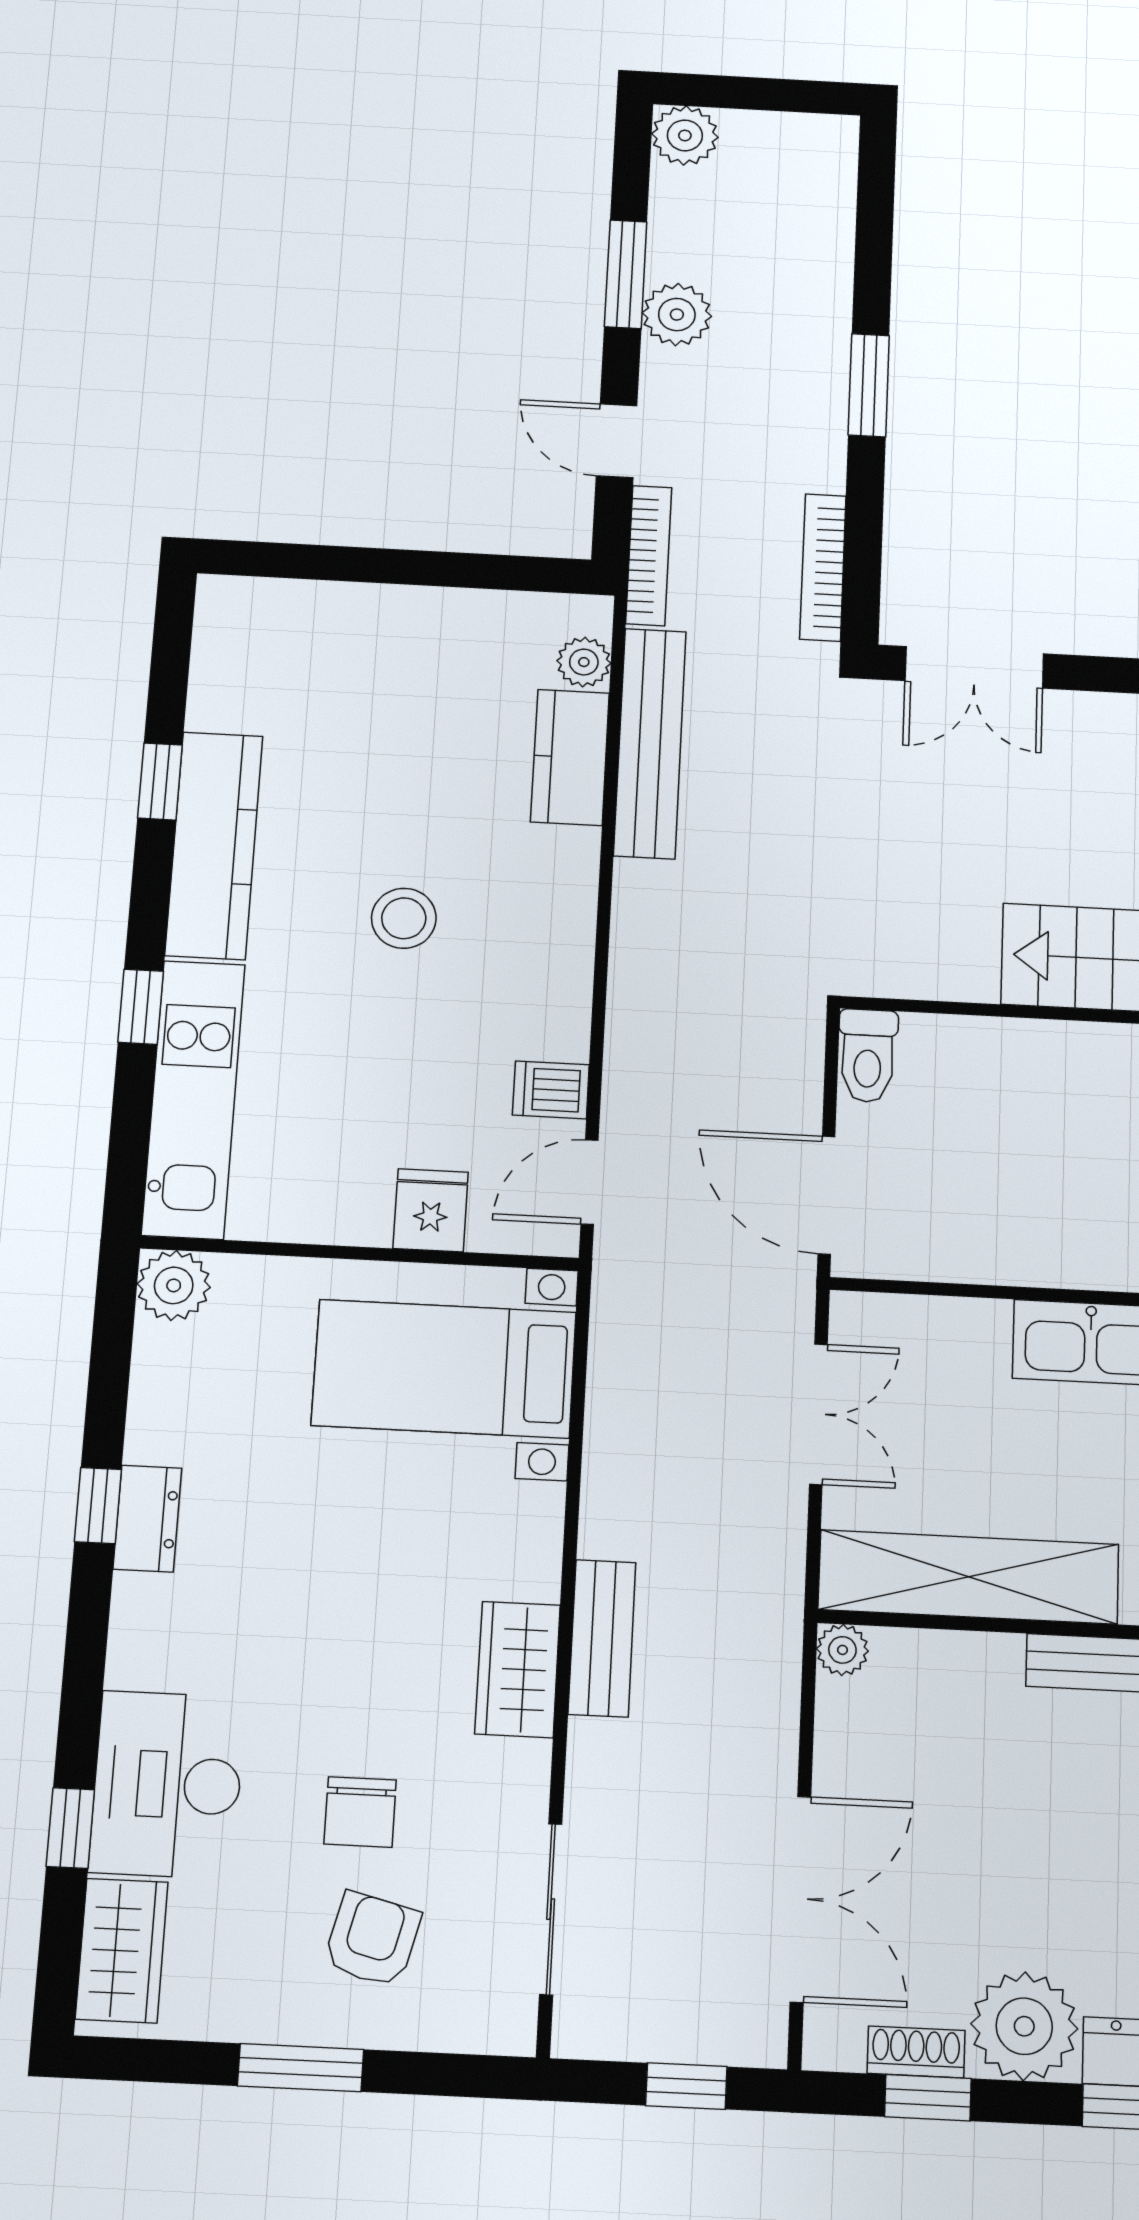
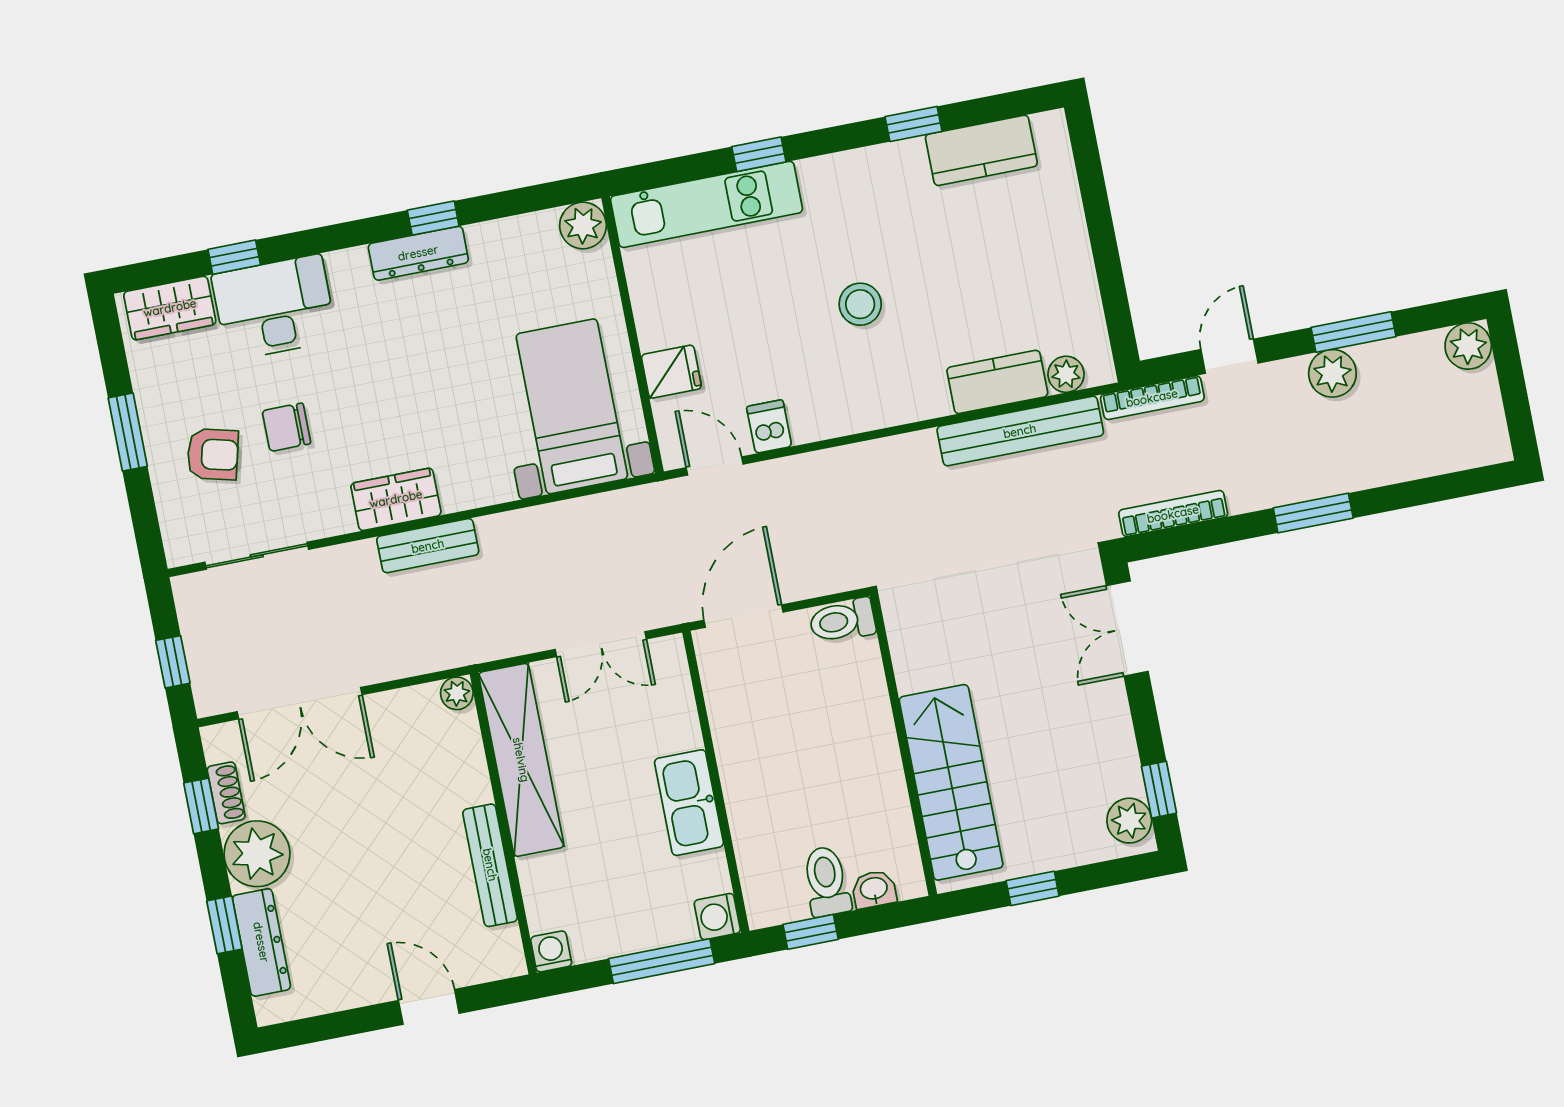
kitchen counter: (214, 845) -> (981, 150), moved, width x0.67
dresser: (147, 1519) -> (418, 253), width x1.44

